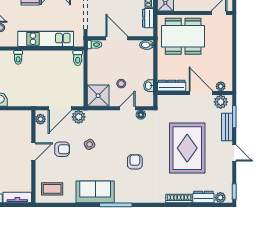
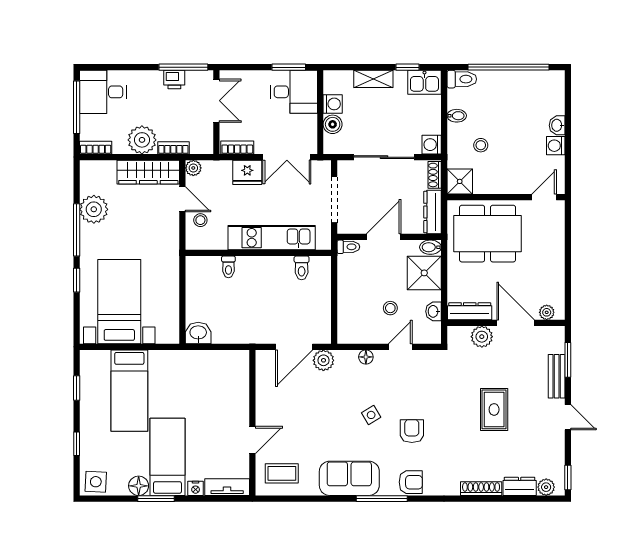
dresser: (148, 18) -> (432, 212), width x1.44
door: (117, 38) -> (384, 237), hinge flipped
toilet: (78, 58) -> (302, 268), moved
shower: (98, 96) -> (424, 273), moved
plant: (221, 102) -> (482, 337), moved
floor lamp: (141, 115) -> (366, 357), moved
plant: (40, 119) -> (264, 364), removed
side table: (90, 144) -> (371, 415), moved
rug: (187, 148) -> (494, 409), width x0.54, depth x0.49
armchair: (62, 149) -> (411, 482), moved
door: (33, 152) -> (252, 440), moved

